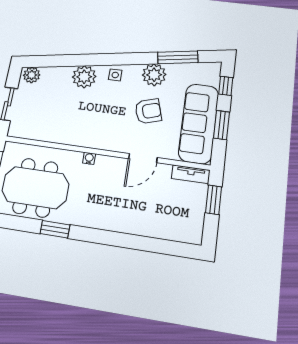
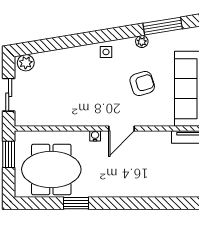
plant: (154, 75) -> (142, 42), width x0.53, depth x0.53
plant: (84, 77) -> (77, 58), removed
door: (143, 158) -> (122, 128), moved

